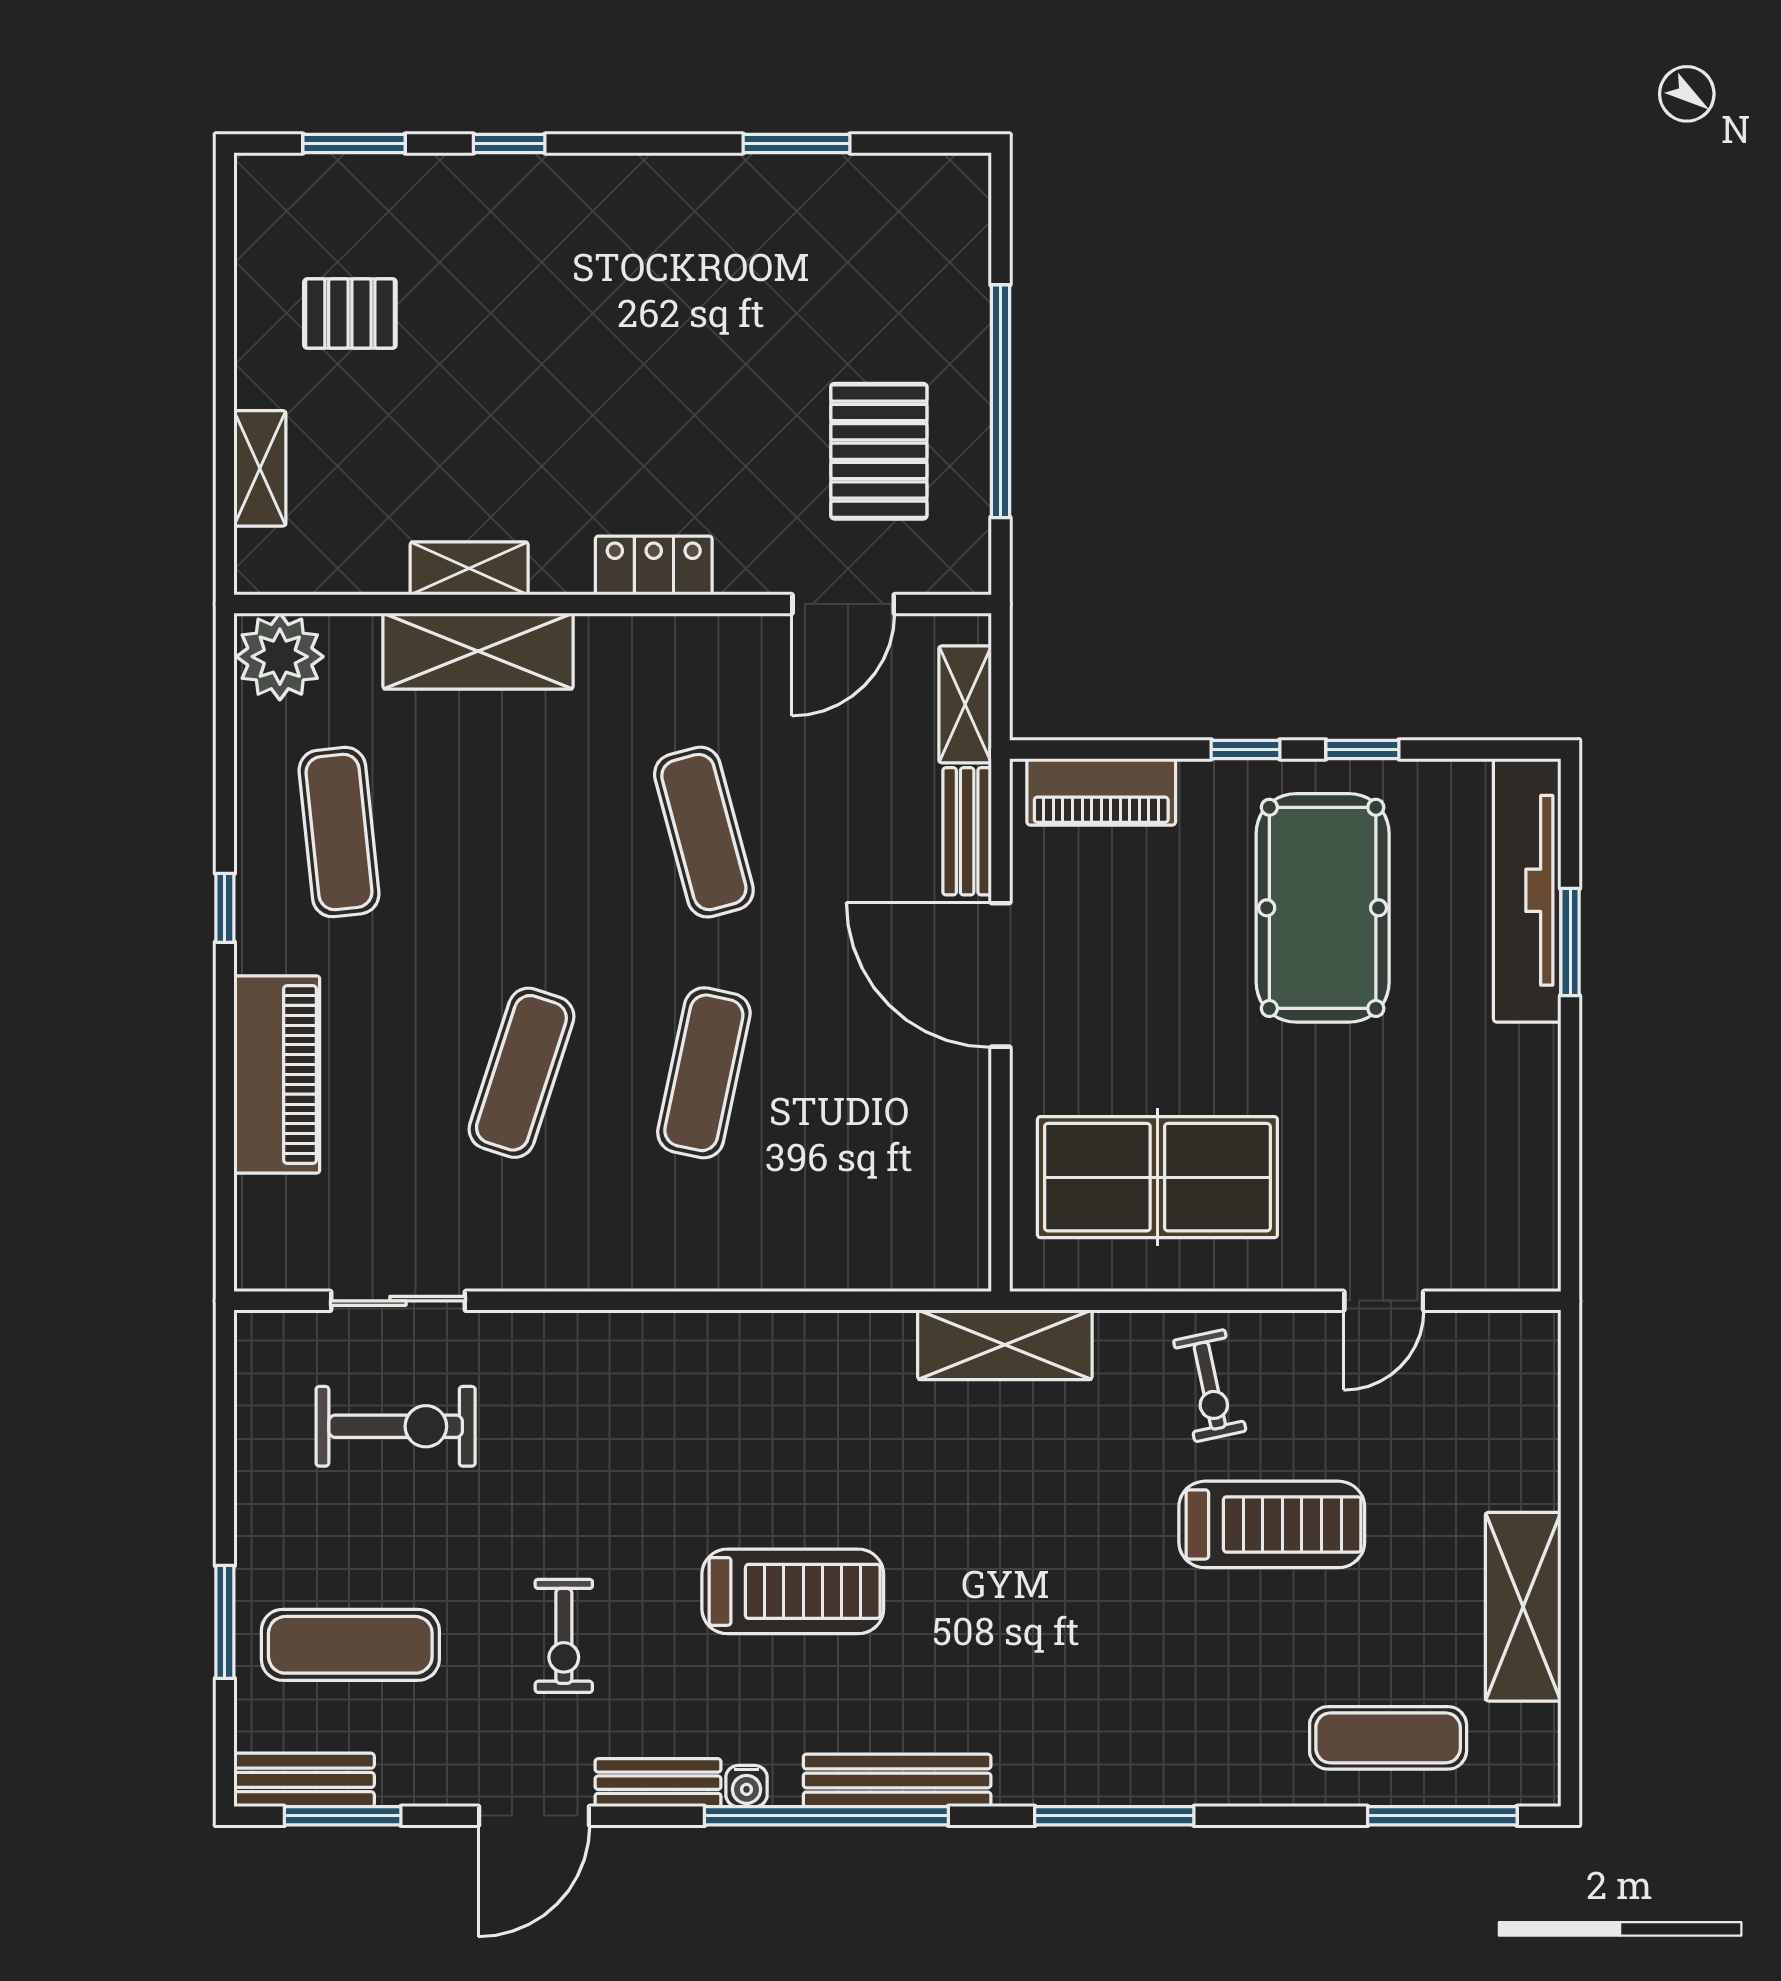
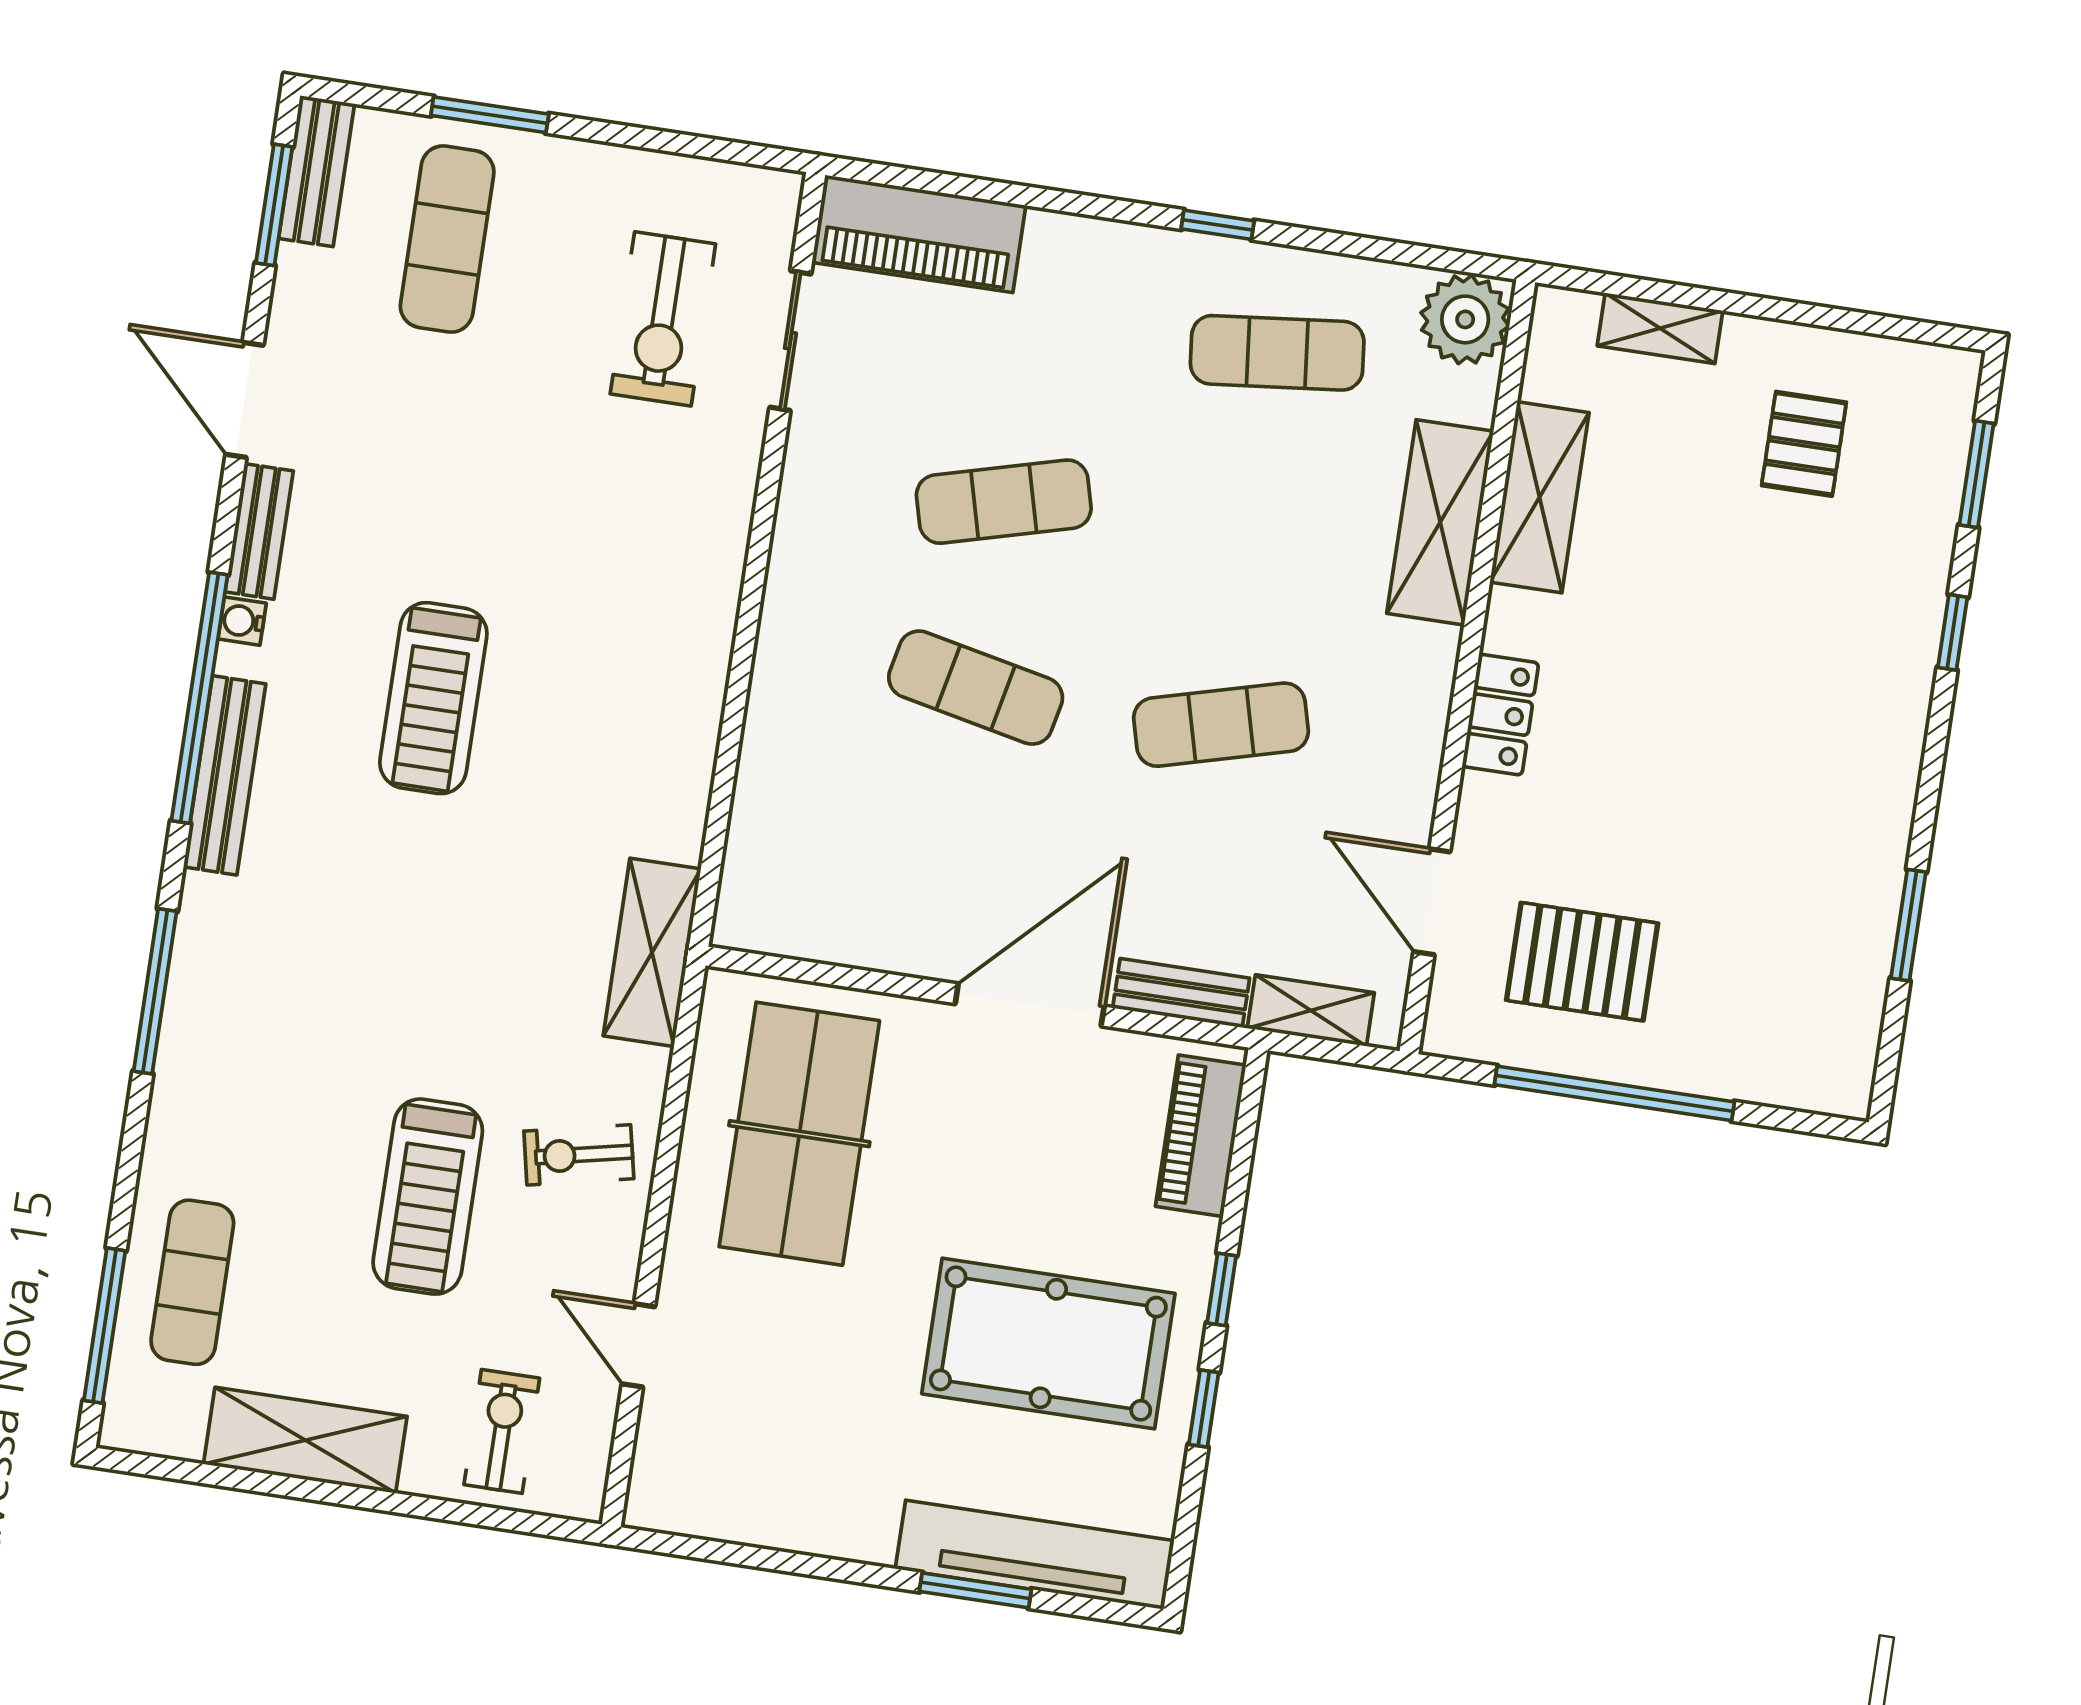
shelving: (469, 568) -> (1539, 497), width x1.50, depth x1.33
exercise mat: (521, 1073) -> (1004, 502), turned -33
piano: (277, 1075) -> (919, 234), moved
exercise bike: (564, 1636) -> (502, 1431), moved, turned 90

